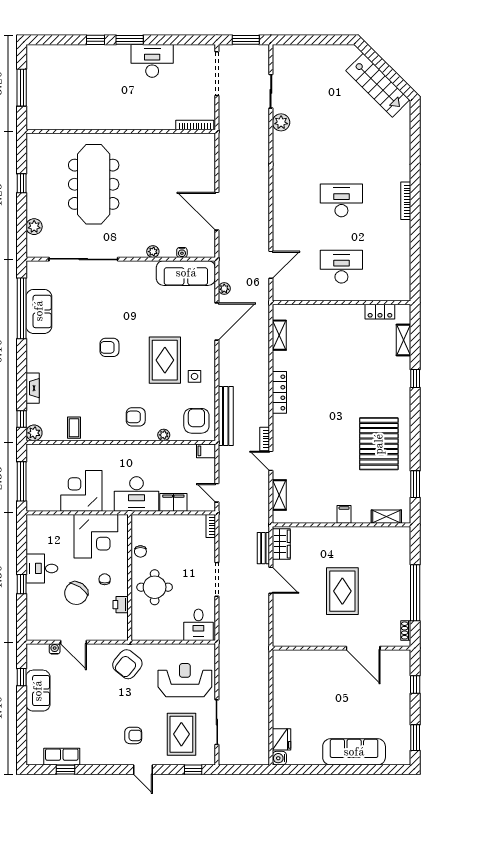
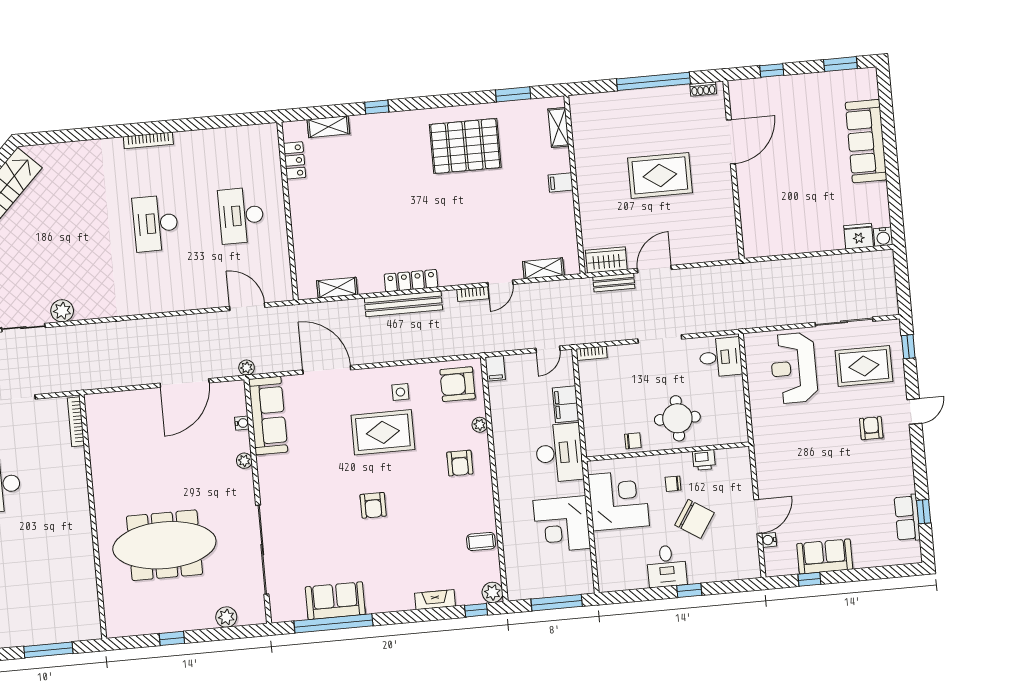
plant: (224, 289) -> (247, 368), moved
bench: (226, 416) -> (403, 304), moved
armchair: (127, 664) -> (780, 444), removed

